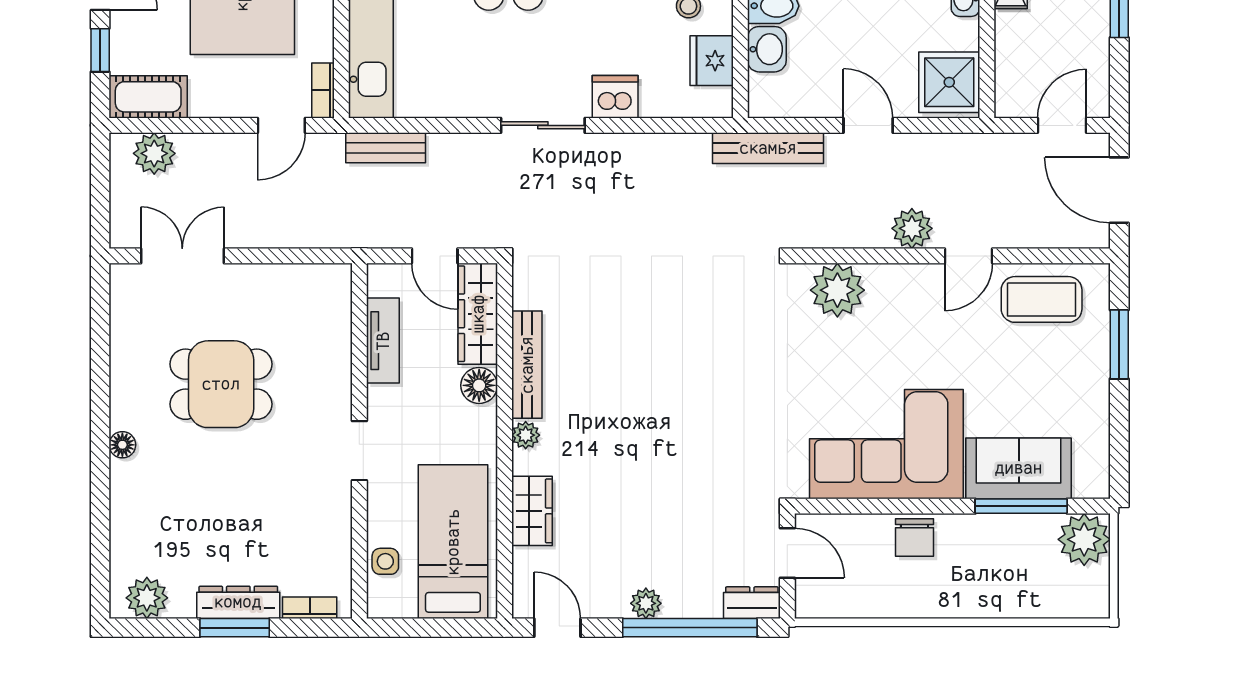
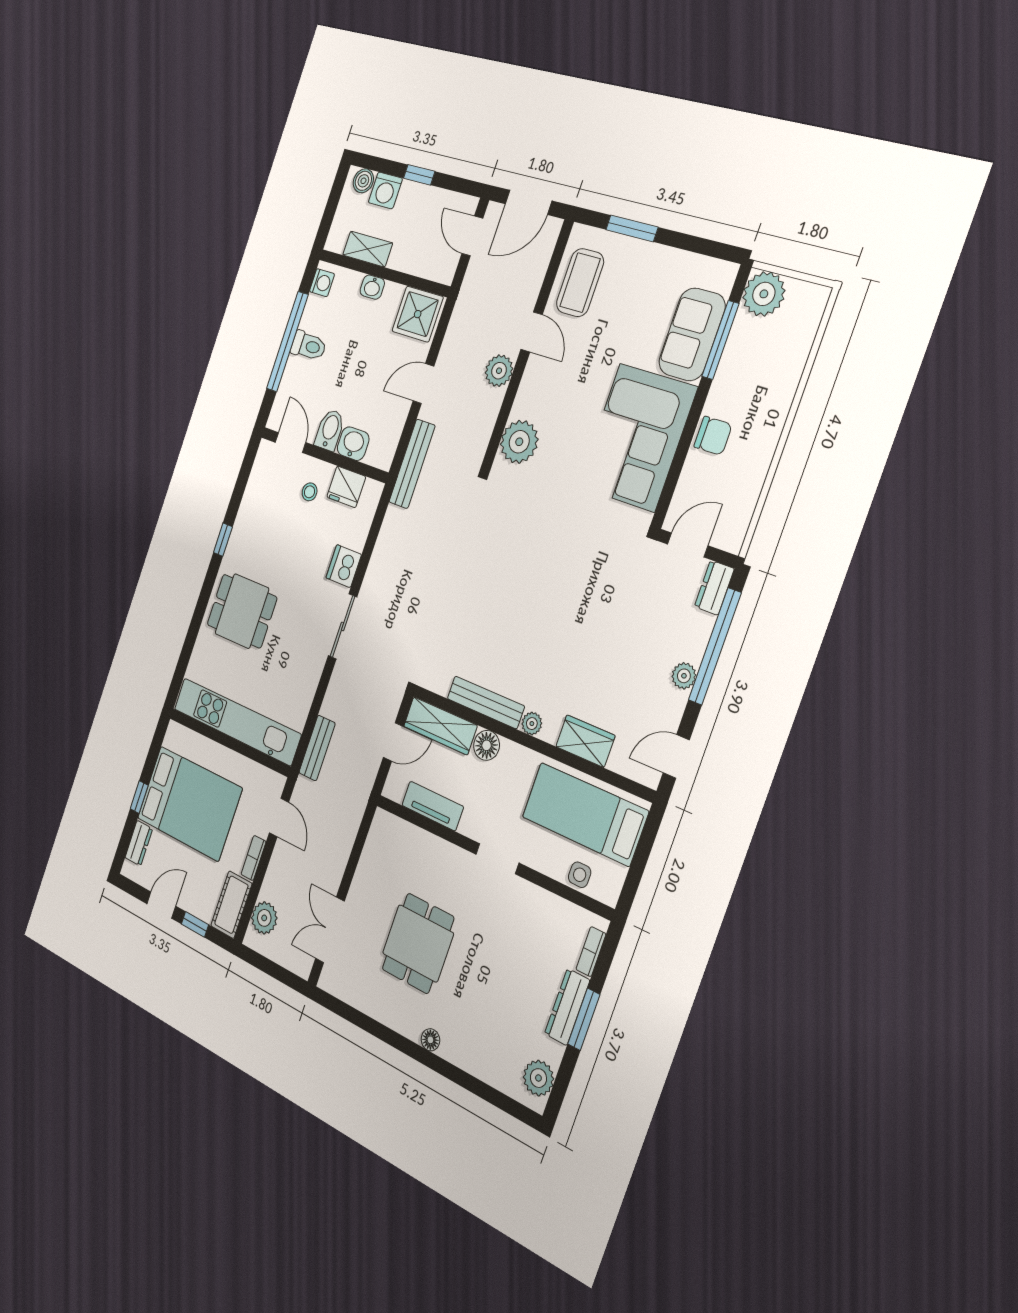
bookcase: (323, 90) -> (254, 858), moved, turned 90

